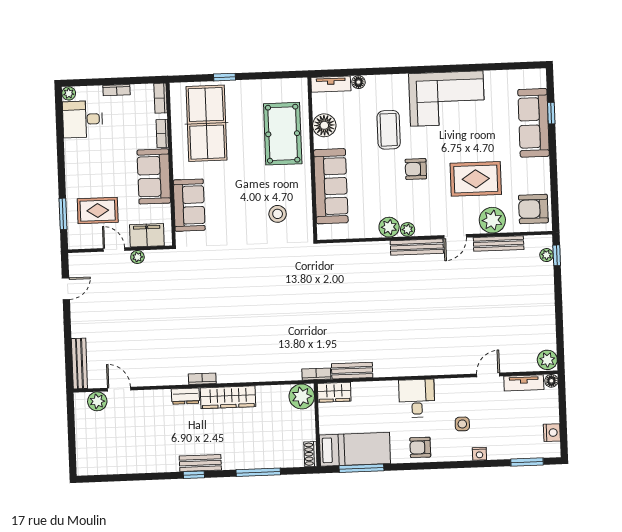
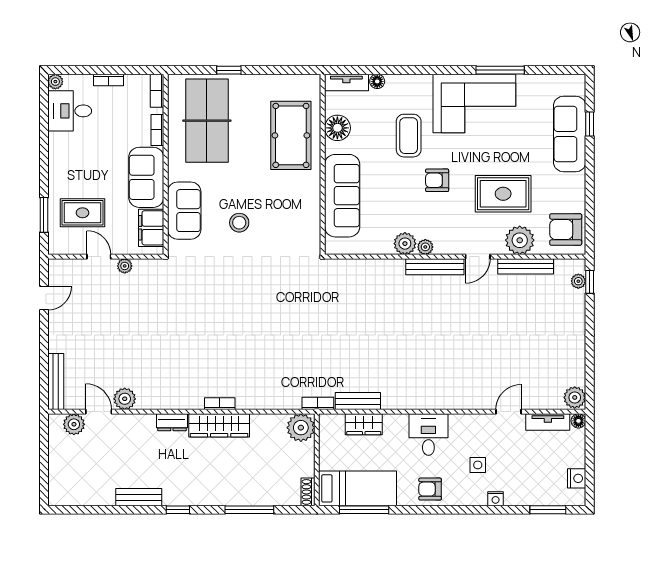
window: (469, 68) -> (500, 70), added
stool: (278, 214) -> (239, 223), moved
filing cabinet: (147, 235) -> (151, 228), moved, turned -90
plant: (142, 377) -> (125, 399), added
bookcase: (202, 379) -> (220, 404), moved
wardrobe: (334, 392) -> (364, 424), moved
bench: (200, 463) -> (139, 497), moved

